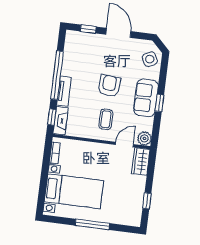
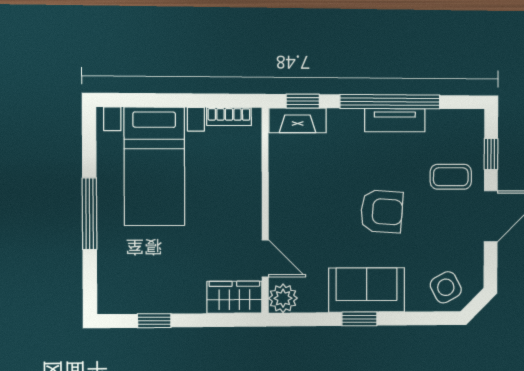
tv unit: (64, 91) -> (395, 120), moved
coffee table: (106, 119) -> (451, 177), moved

